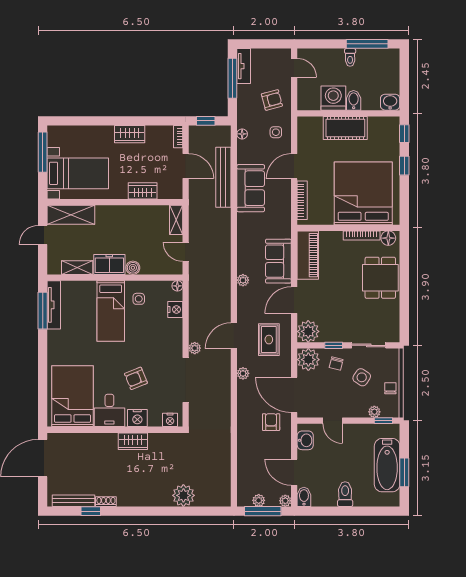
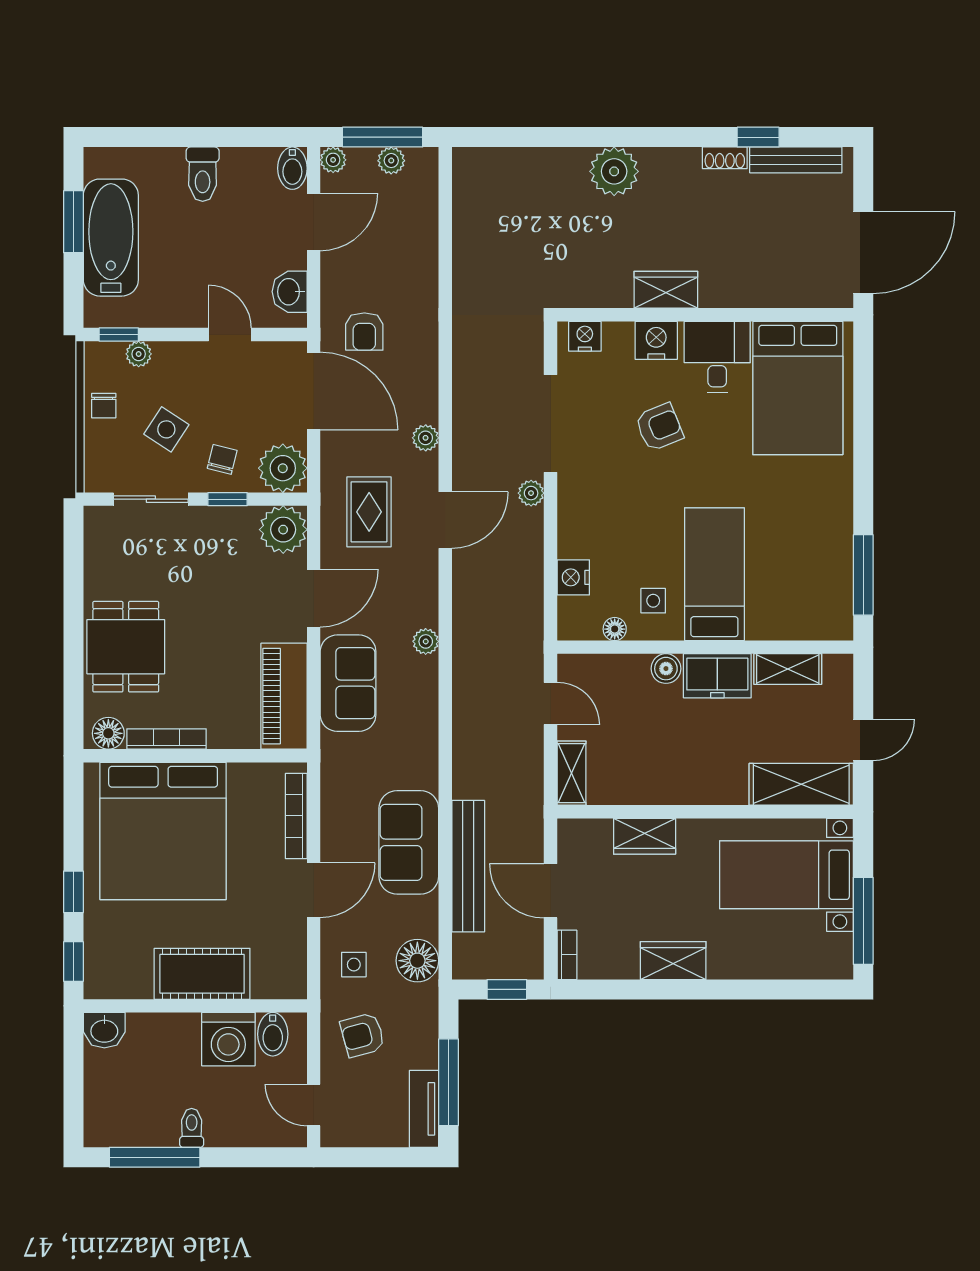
bidet: (354, 100) -> (273, 1034), moved
floor lamp: (242, 134) -> (417, 961), width x1.89, depth x1.89
floor lamp: (177, 286) -> (615, 629), moved
tv unit: (54, 305) -> (839, 588), removed
door: (294, 472) -> (314, 222), hinge flipped
plant: (183, 495) -> (614, 171), moved

